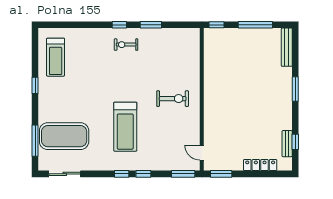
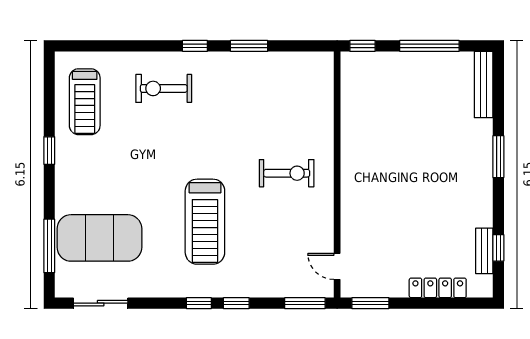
exercise bike: (126, 45) -> (164, 88), moved, width x1.38, depth x1.39

